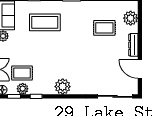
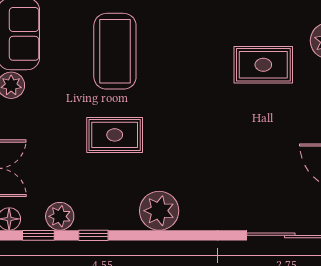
coffee table: (45, 22) -> (115, 51), turned 90
rug: (22, 73) -> (115, 135), moved

